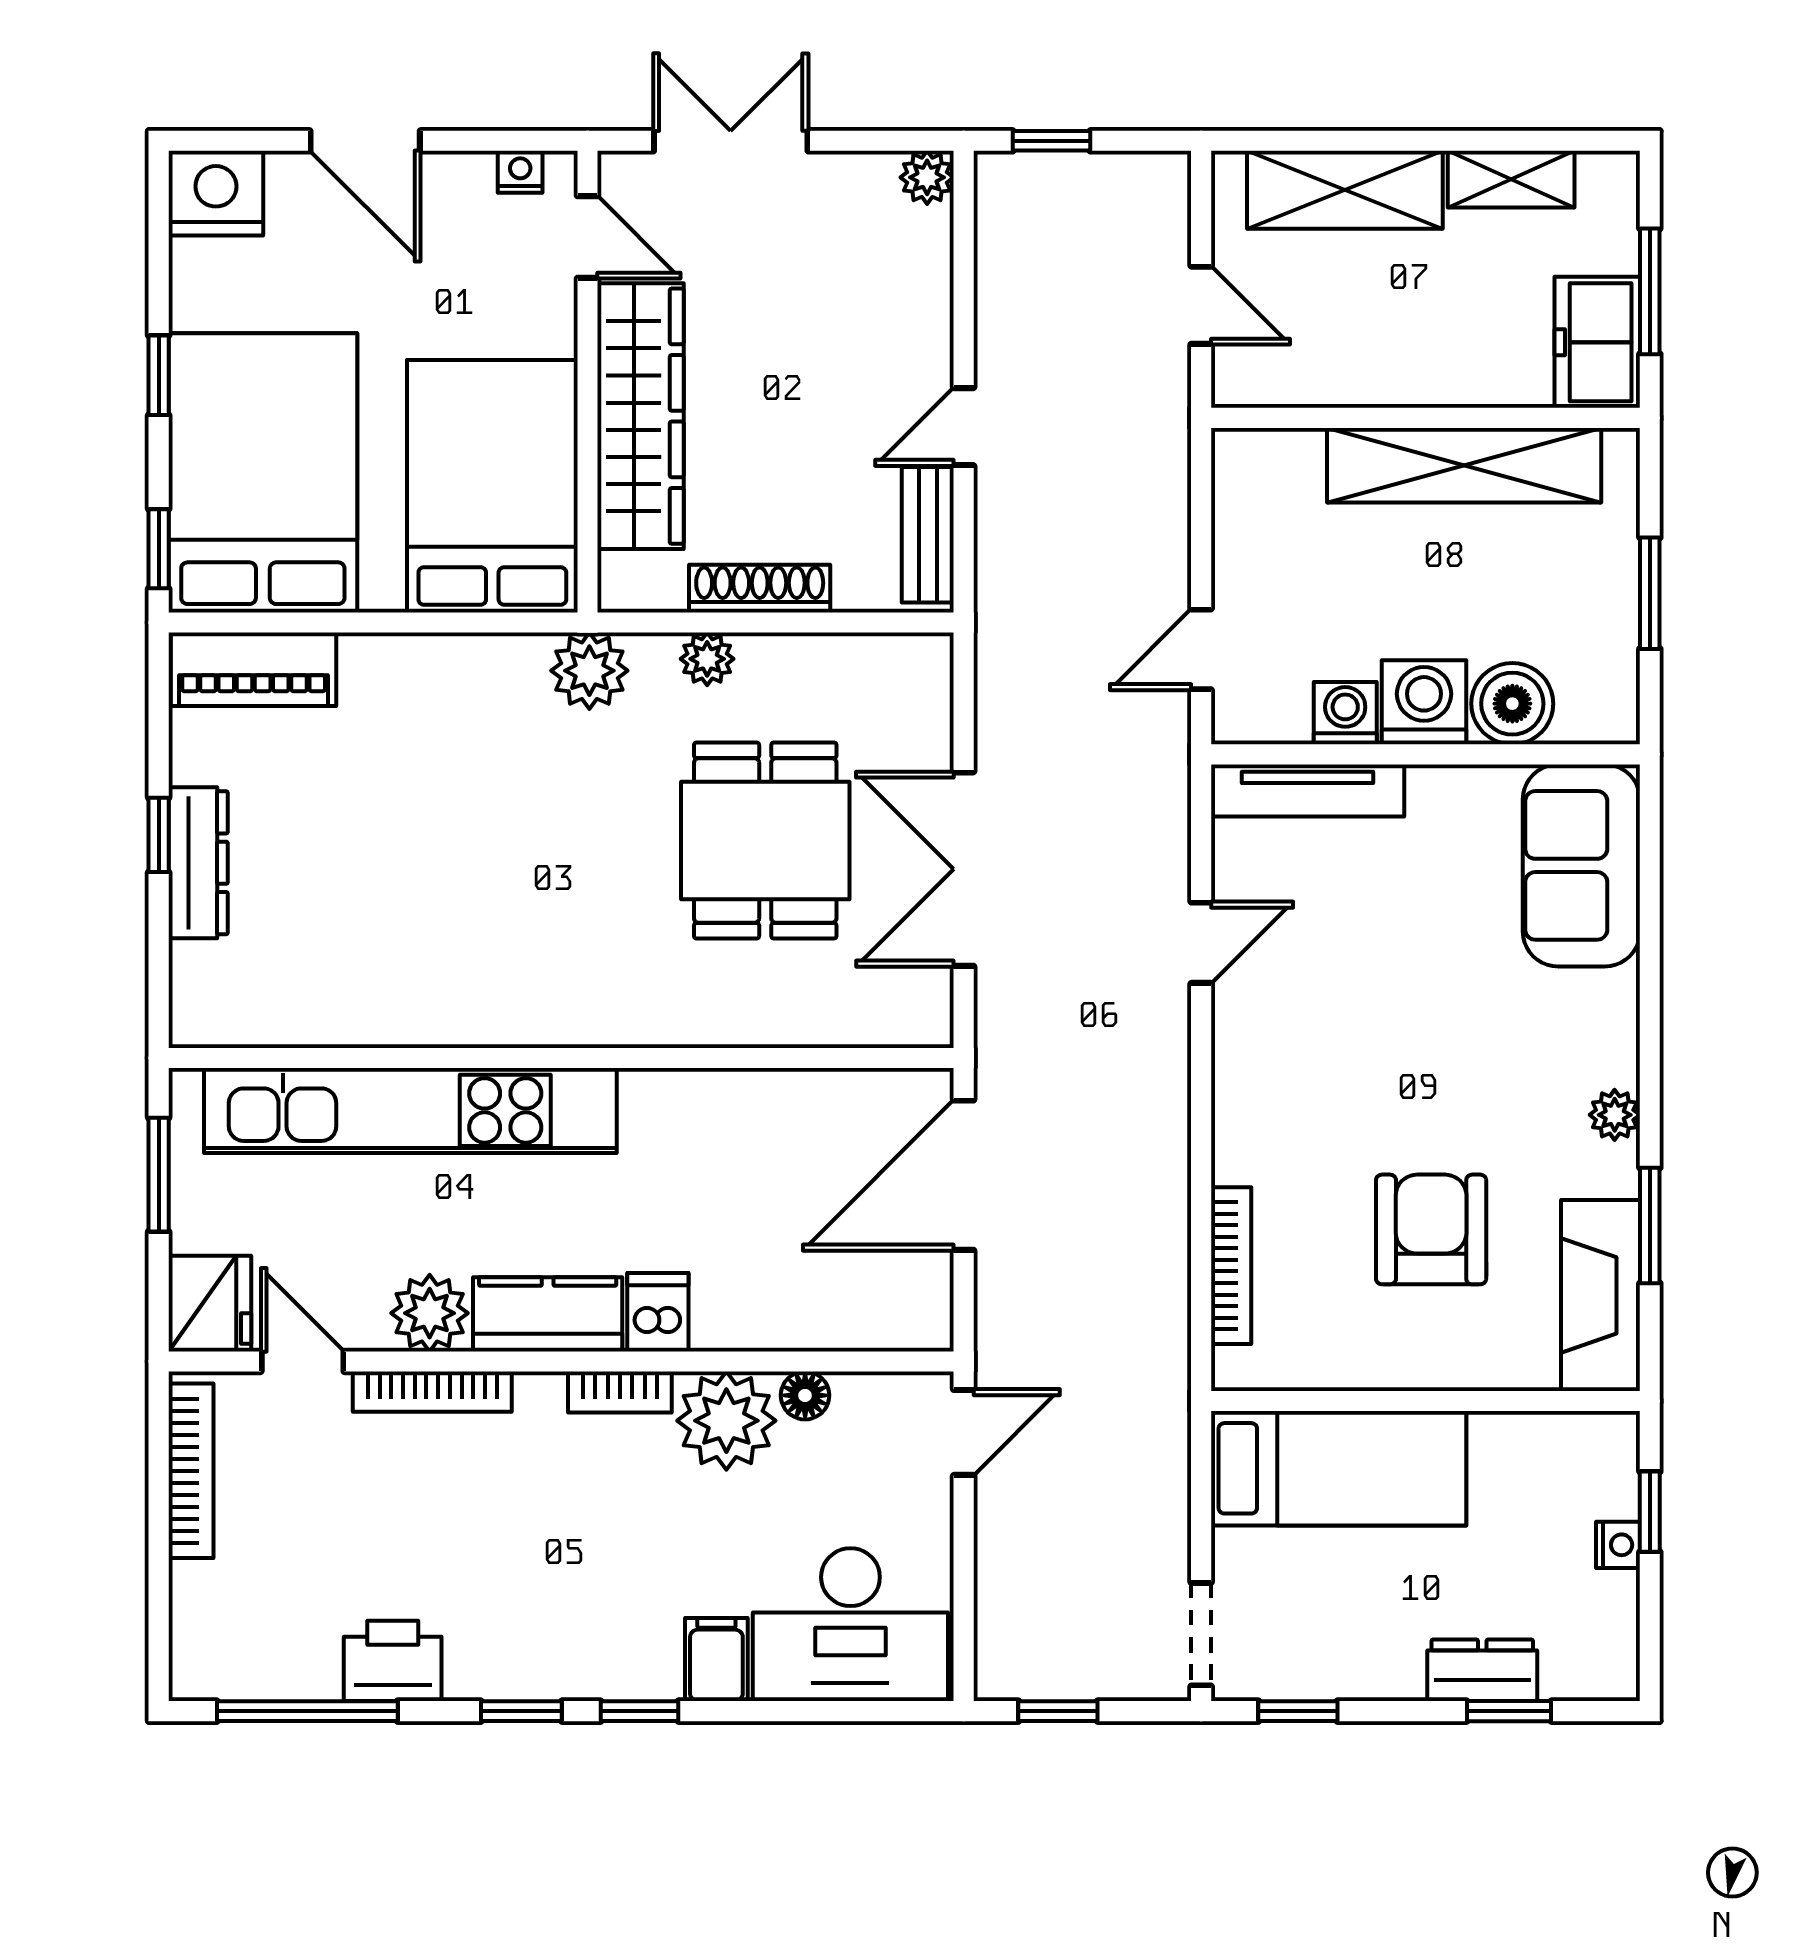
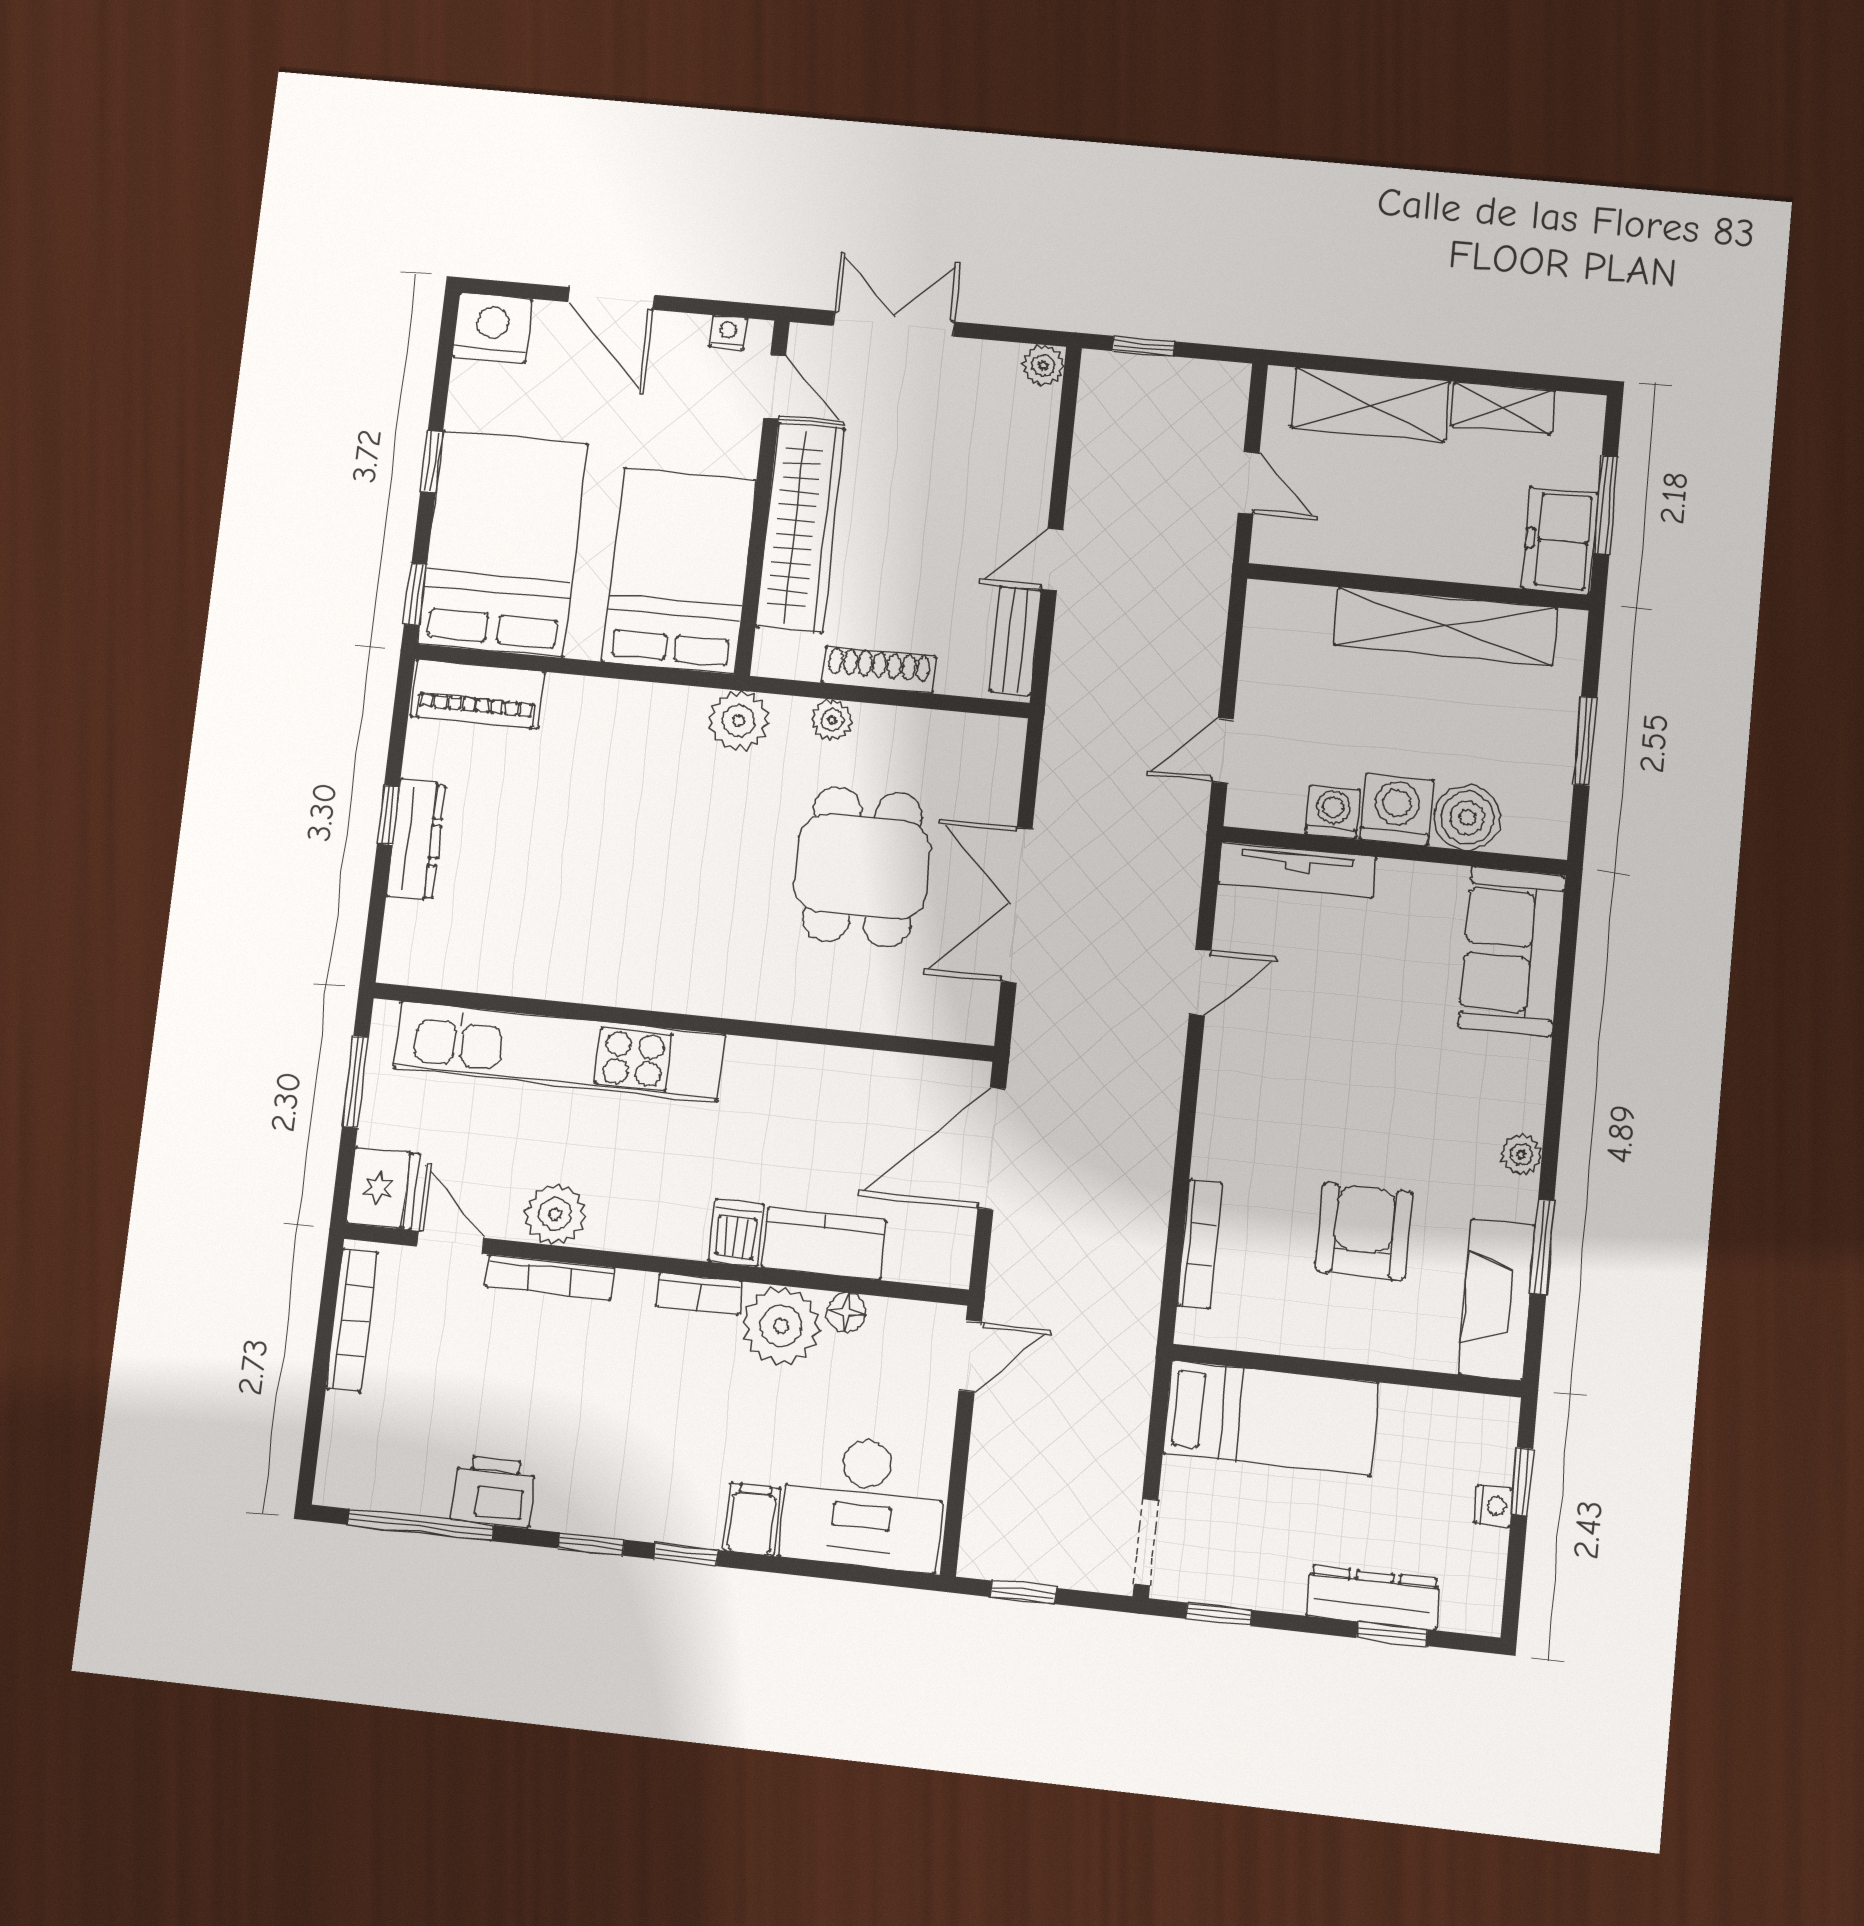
kitchen counter: (548, 1314) -> (824, 1244), moved
dresser: (1482, 1670) -> (1373, 1597), width x1.44

